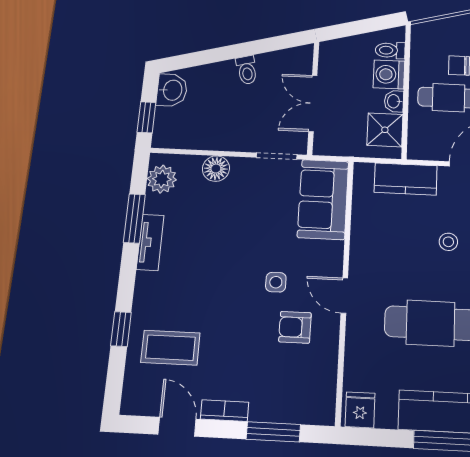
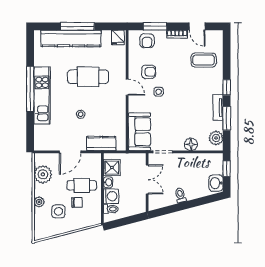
window: (121, 329) -> (227, 87), moved
armchair: (294, 399) -> (147, 41), added

